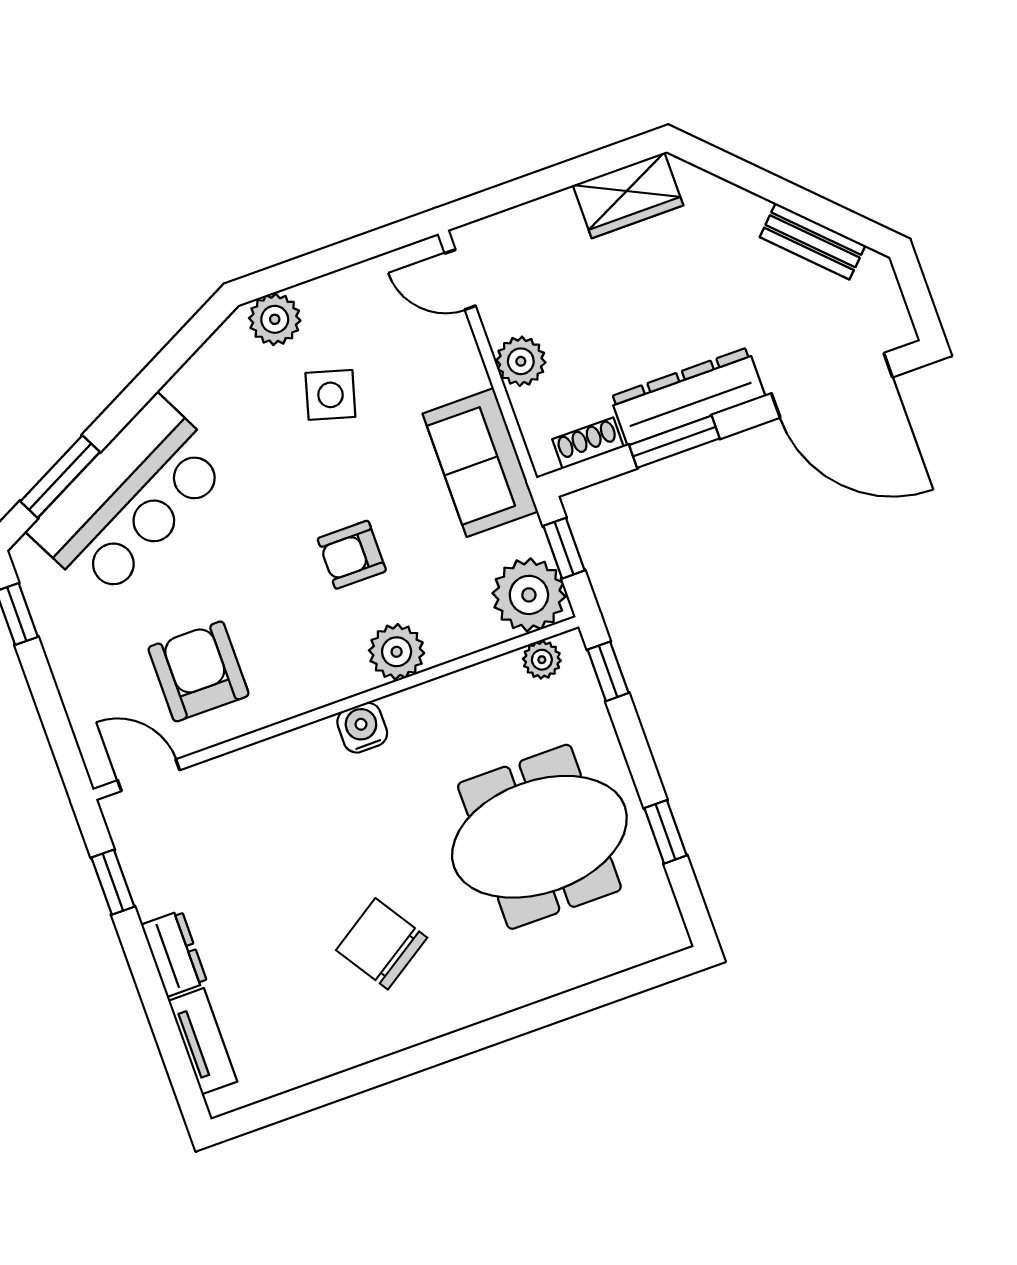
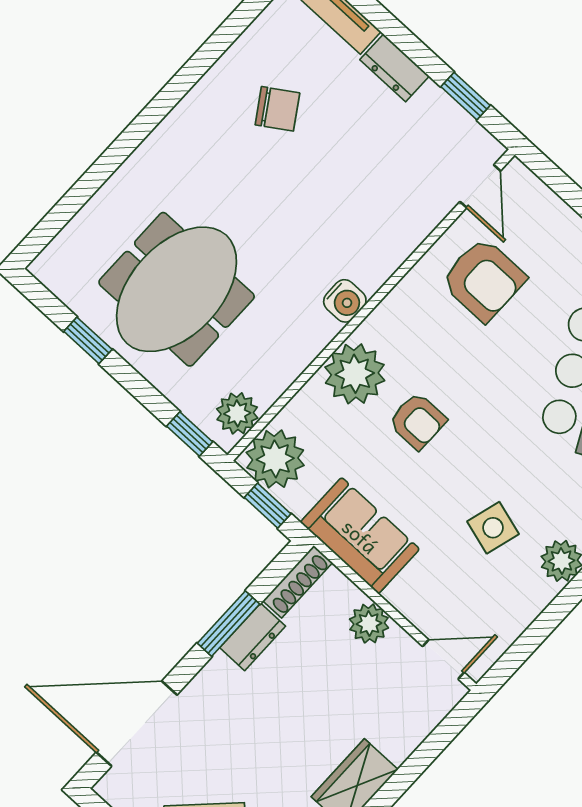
dresser: (688, 396) -> (253, 637), width x0.51, depth x0.80
shoe rack: (588, 443) -> (298, 582), width x1.43
armchair: (352, 555) -> (417, 421), turned 90
plant: (397, 652) -> (355, 374), width x1.36, depth x1.36
plant: (542, 660) -> (237, 413), width x1.38, depth x1.38
door: (149, 775) -> (480, 186), hinge flipped
chair: (382, 944) -> (277, 109), moved, width x0.73, depth x0.73

